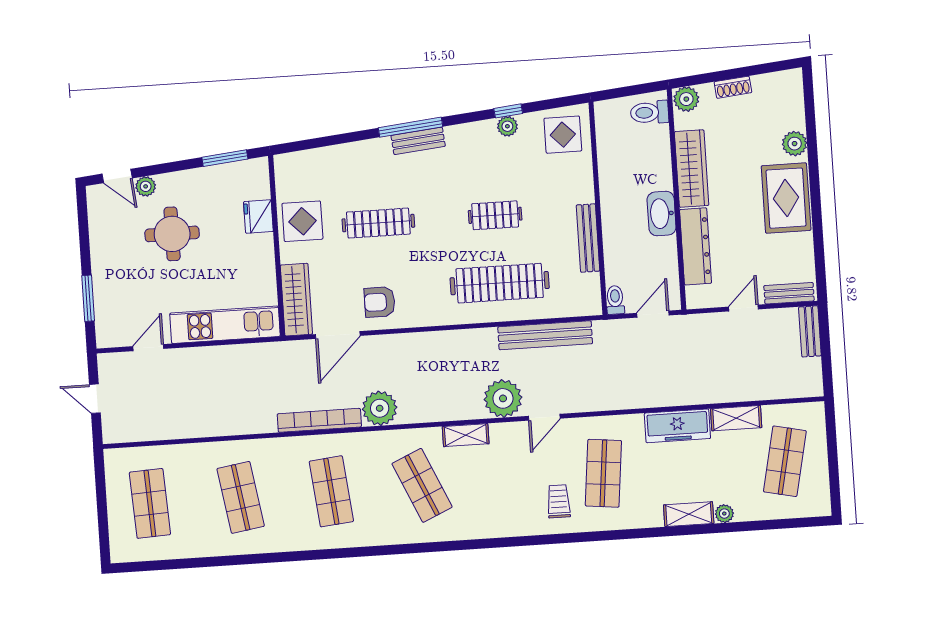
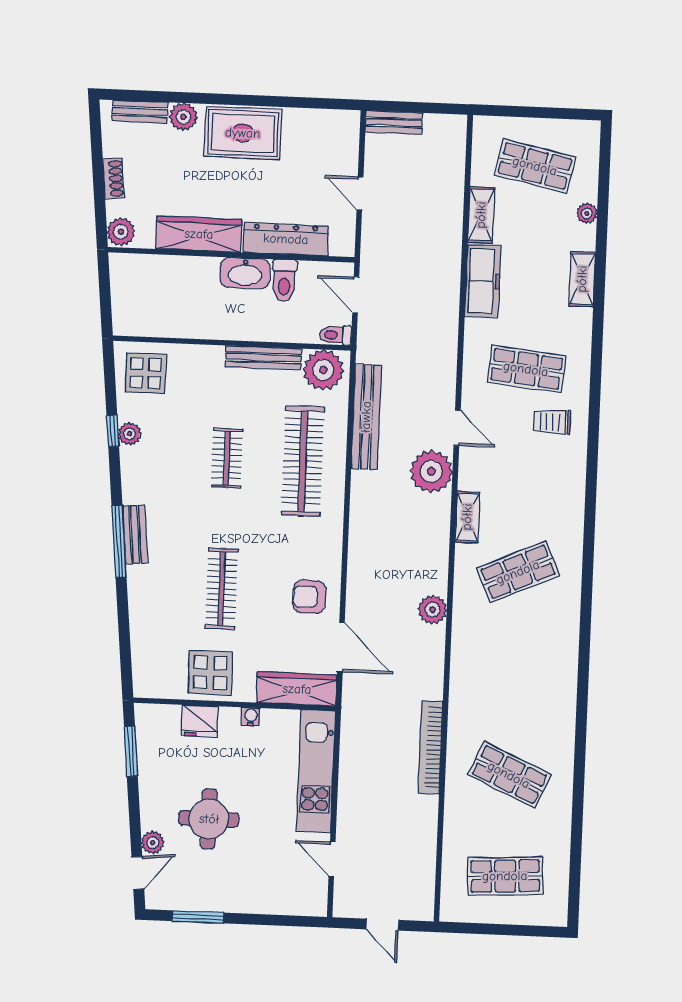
toilet: (649, 112) -> (284, 281), moved
water cooler: (267, 262) -> (251, 717), added
plant: (583, 292) -> (323, 370), added
bench: (789, 293) -> (140, 112), moved, turned 90
window: (88, 298) -> (198, 917), moved
armchair: (380, 302) -> (309, 597), turned 90
door: (95, 399) -> (382, 925), hinge flipped
plant: (380, 408) -> (433, 610), width x0.73, depth x0.73
bookcase: (319, 420) -> (431, 747), moved
shop shelf: (331, 491) -> (514, 673), removed
shop shelf: (241, 497) -> (509, 775), turned 33
plant: (724, 514) -> (587, 213), moved

